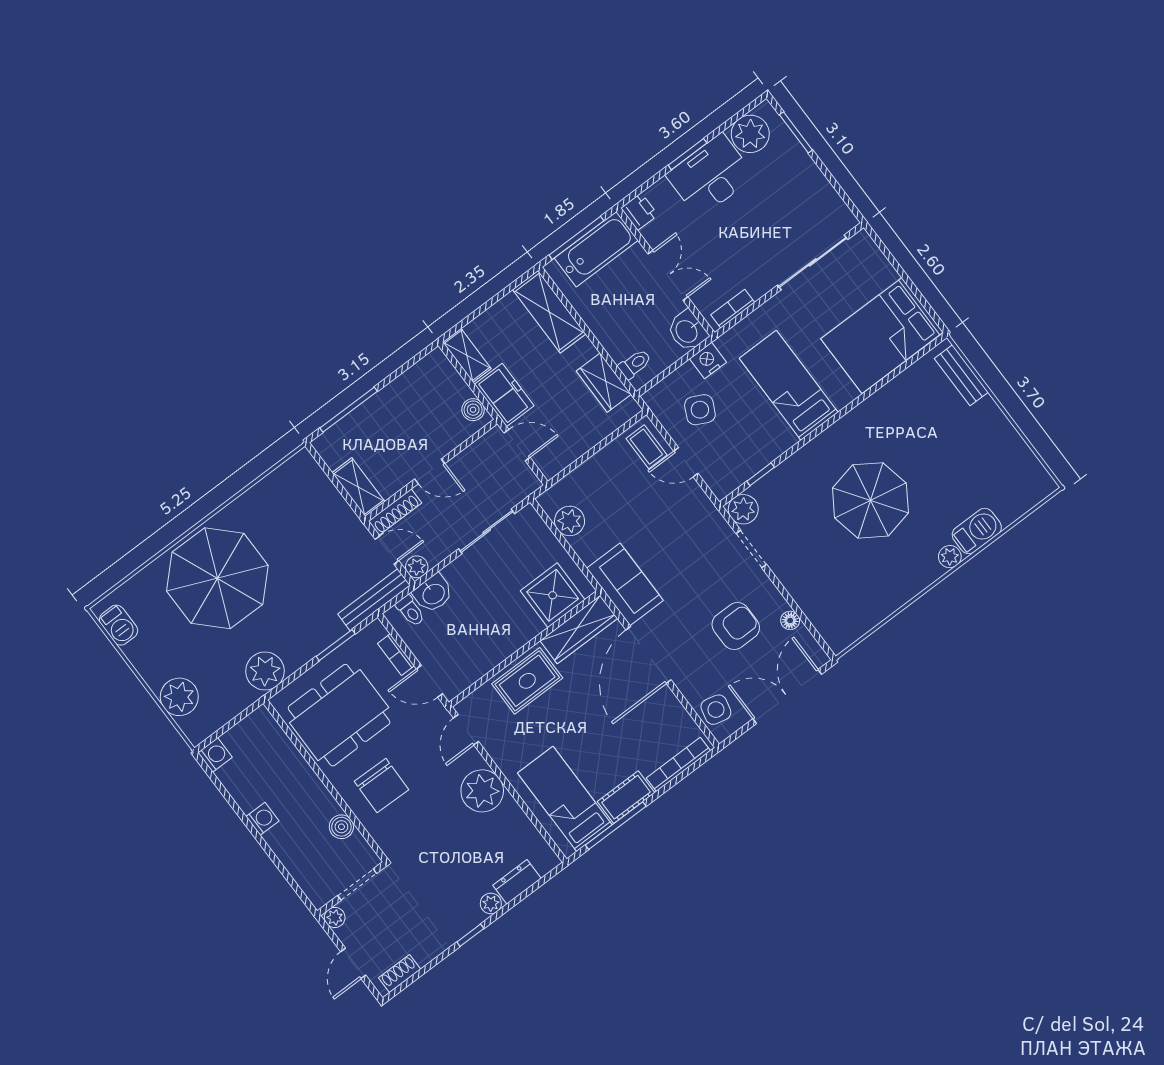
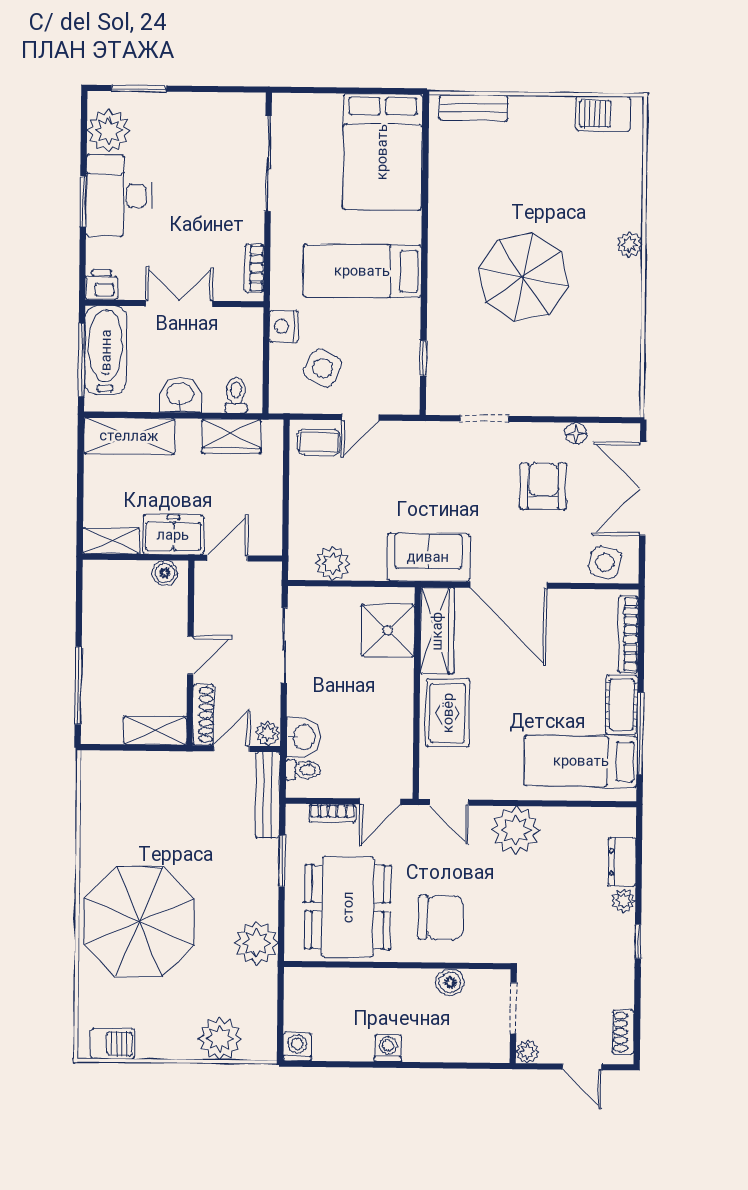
washbasin: (687, 331) -> (180, 395), moved, turned 180
plant: (743, 509) -> (443, 398), removed
barbecue: (977, 531) -> (603, 114), moved, turned -90

